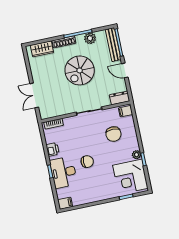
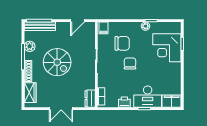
door: (125, 70) -> (78, 21), moved
double door: (34, 95) -> (61, 109), moved
dresser: (120, 98) -> (90, 99), moved
chair: (87, 162) -> (130, 64), moved
corner desk: (130, 177) -> (167, 48), moved, turned 90
filing cabinet: (65, 203) -> (172, 101), width x2.00

